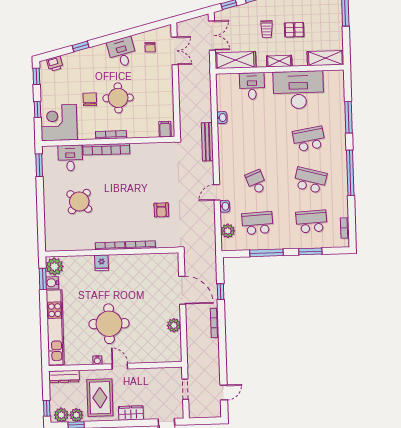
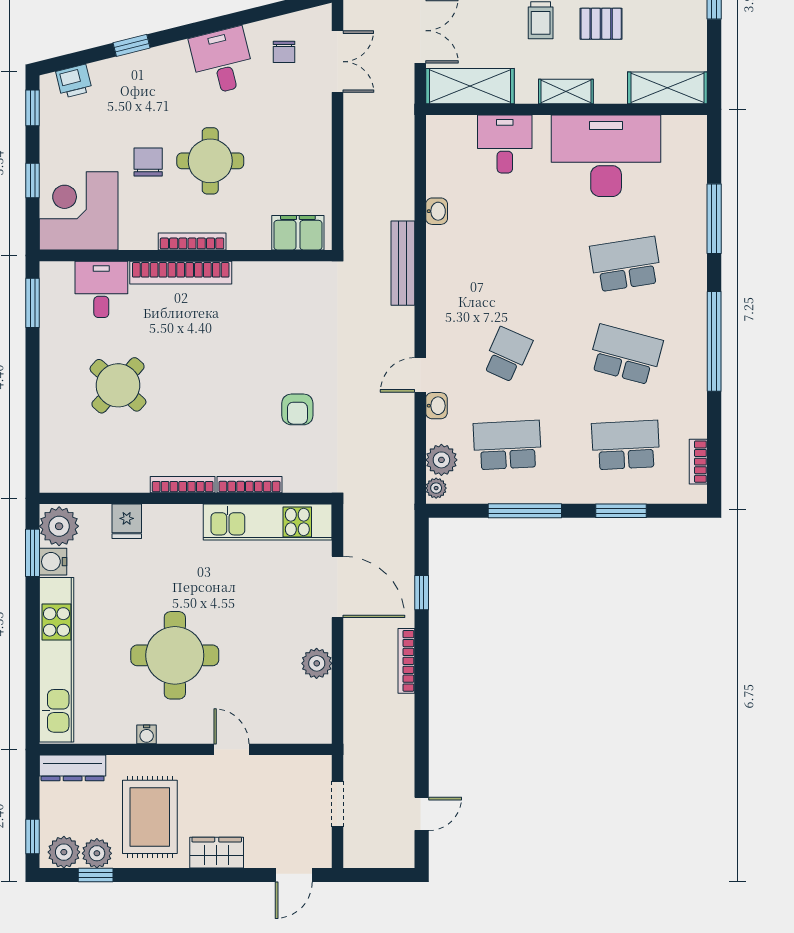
filing cabinet: (165, 129) -> (298, 233), width x2.00
school desk: (256, 182) -> (507, 355), turned 45
plant: (226, 244) -> (436, 488), added
kitchen unit: (149, 262) -> (268, 522), added
fridge: (102, 263) -> (127, 521), moved
door: (120, 366) -> (232, 749), moved

